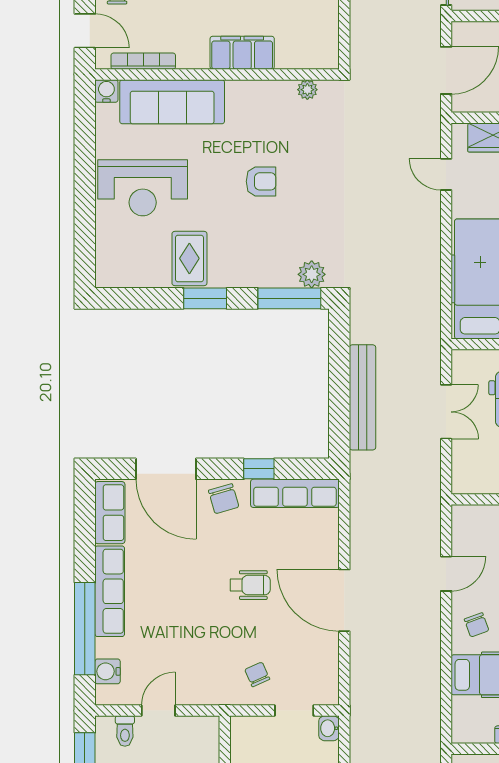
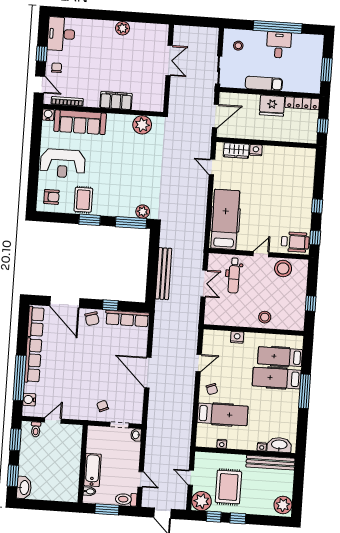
plant: (307, 90) -> (142, 125), width x1.87, depth x1.87
armchair: (261, 181) -> (52, 197), moved
wheelchair: (250, 585) -> (102, 362), removed

